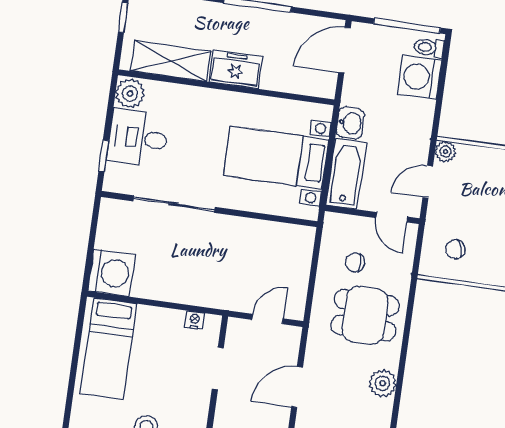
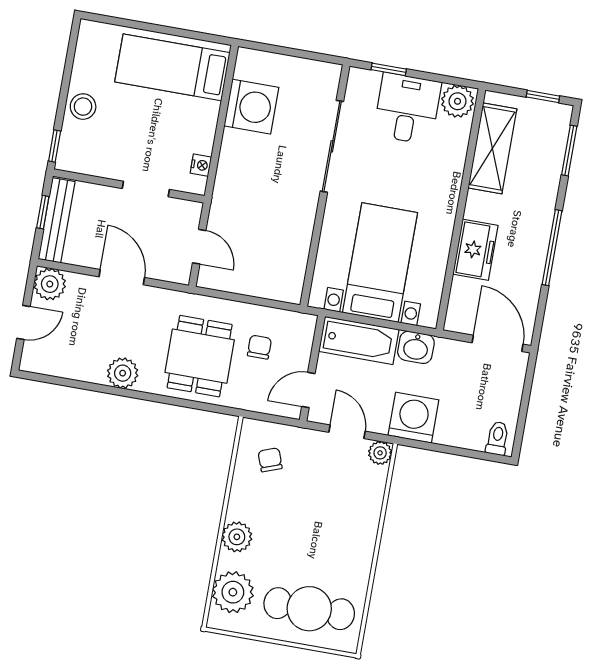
window: (407, 26) -> (523, 415), removed
freezer: (236, 69) -> (475, 250), moved
washing machine: (420, 77) -> (413, 418), moved
washing machine: (112, 273) -> (251, 107), moved, turned -90

